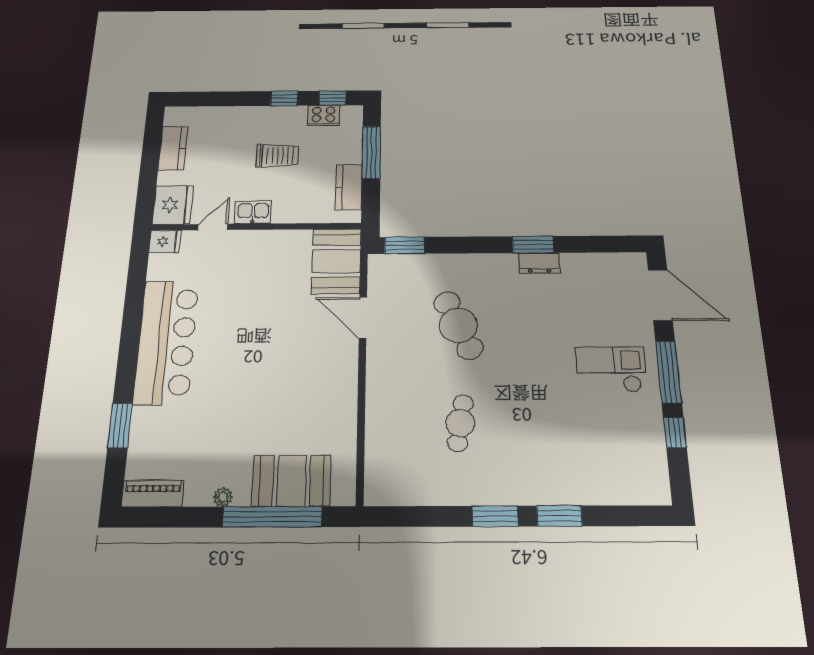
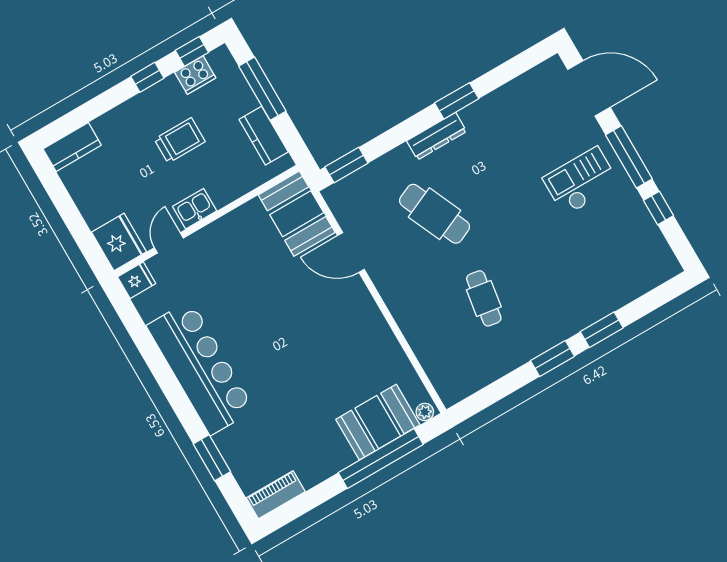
kitchen counter: (173, 148) -> (72, 147), moved, turned 90
dresser: (539, 263) -> (437, 136), moved, width x1.44
plant: (223, 497) -> (425, 412), moved

